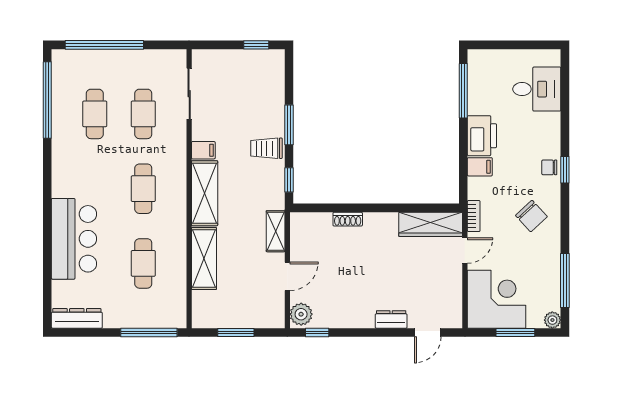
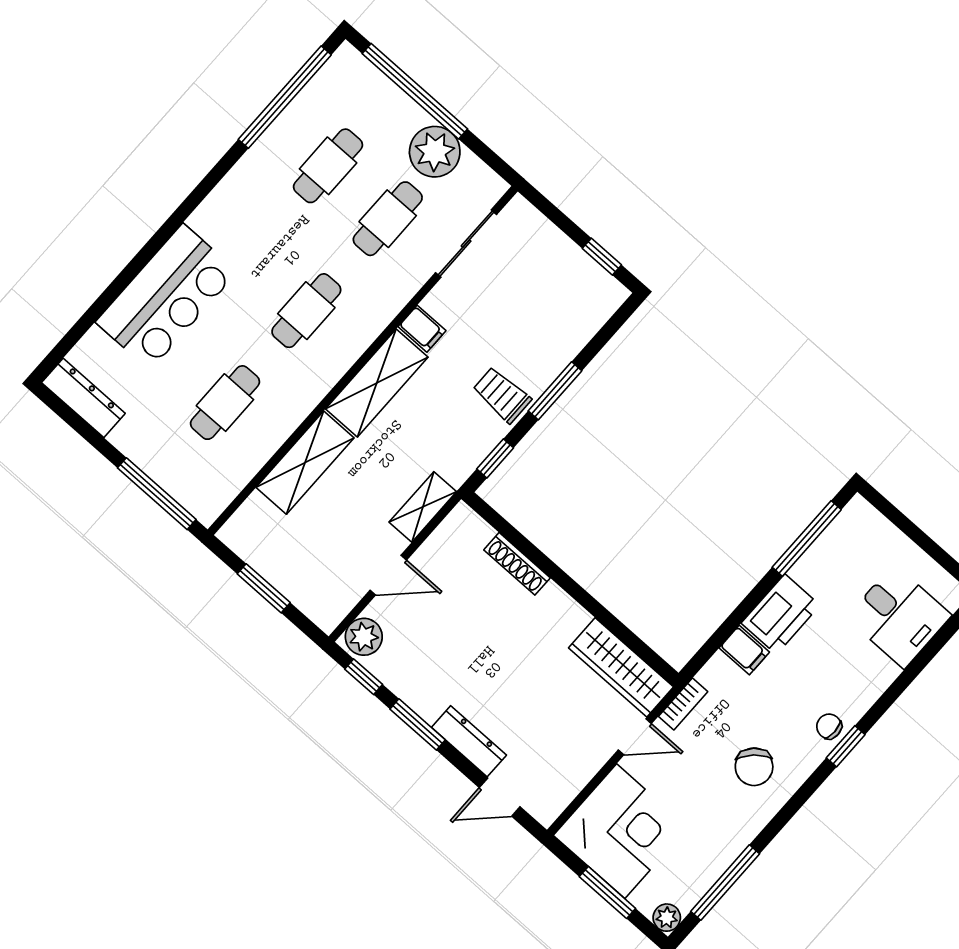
plant: (138, 64) -> (435, 152), added
shoe rack: (348, 219) -> (517, 564), width x1.43
dresser: (391, 319) -> (469, 741), width x1.44
window: (361, 332) -> (418, 724), added

